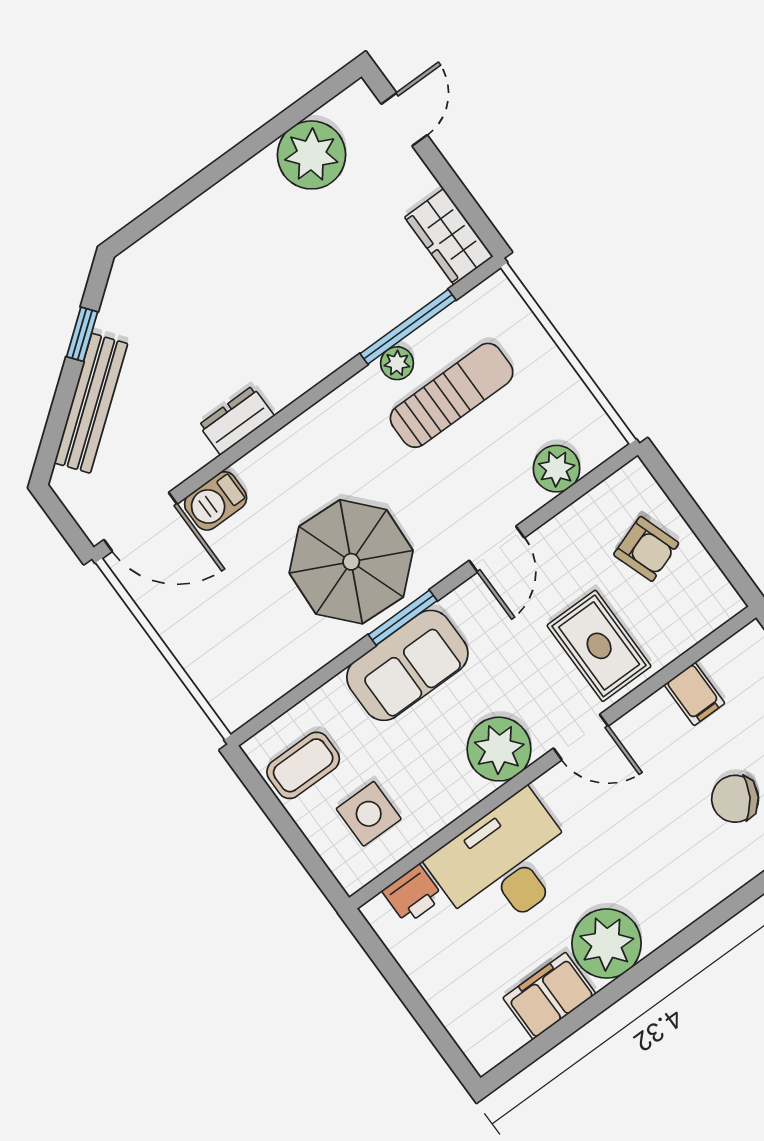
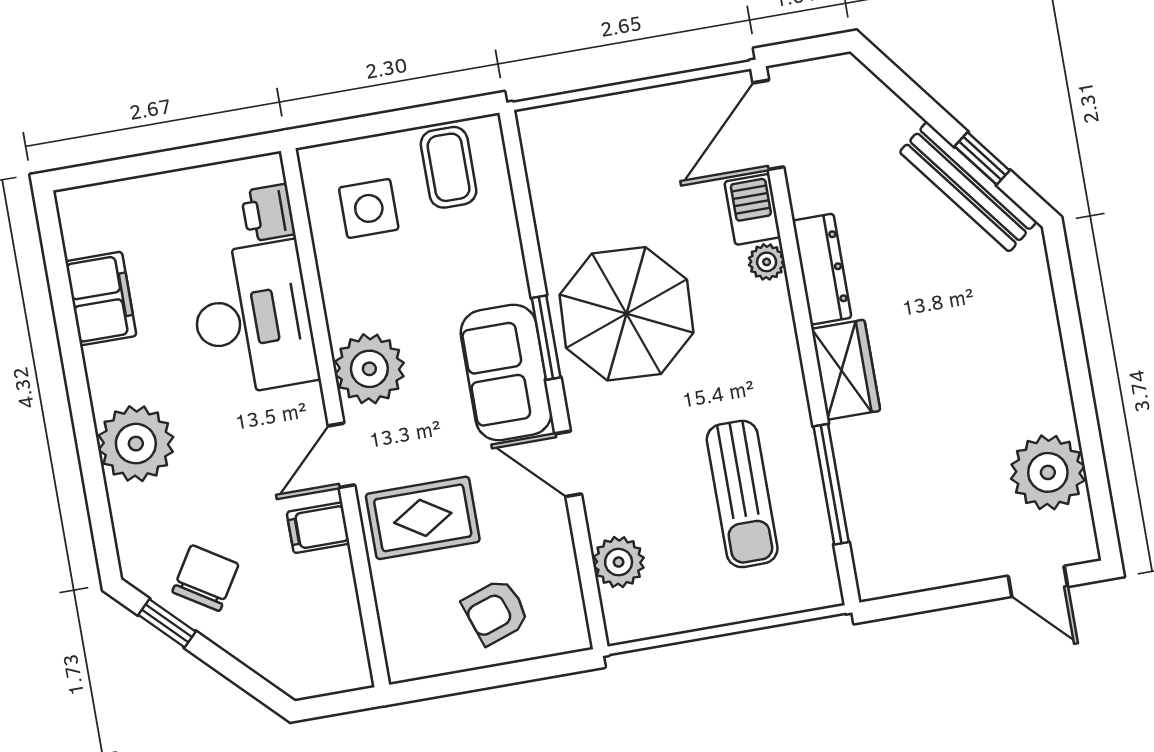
wardrobe: (449, 237) -> (846, 370), moved, turned 90
plant: (397, 363) -> (767, 262), moved
bench: (91, 403) -> (968, 187), moved
dresser: (236, 420) -> (822, 269), width x1.44
sofa: (407, 665) -> (506, 372), moved
filing cabinet: (694, 694) -> (318, 528), moved
plant: (607, 944) -> (136, 444), moved

